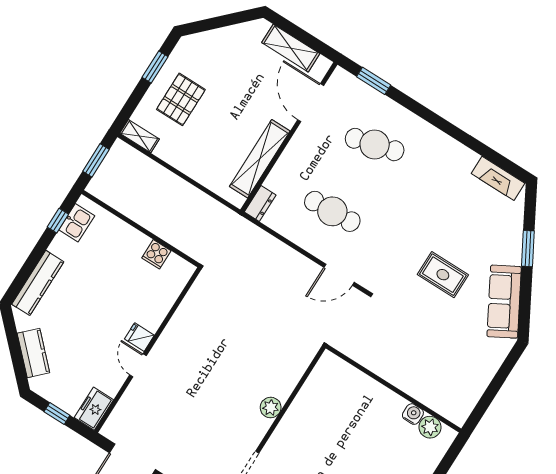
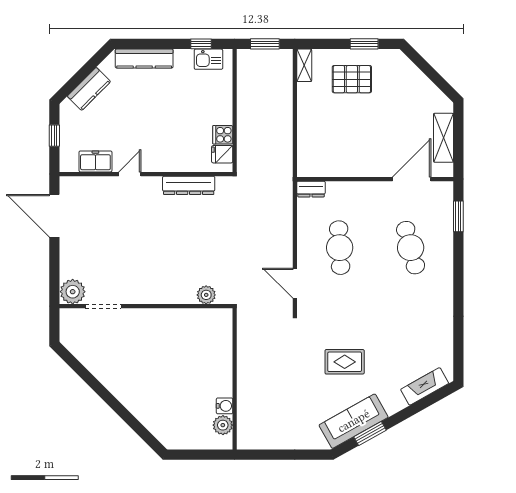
shelving: (260, 159) -> (345, 167), removed
fireplace: (498, 178) -> (425, 386), moved, turned 61
window: (528, 249) -> (370, 433), moved
rug: (443, 275) -> (345, 362), turned 90
dresser: (184, 316) -> (189, 185), added
fridge: (139, 337) -> (222, 154), moved, turned -90
plant: (271, 408) -> (206, 295), moved
freezer: (94, 409) -> (95, 161), moved

